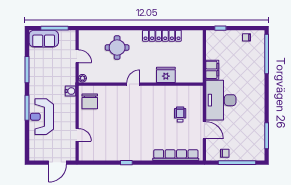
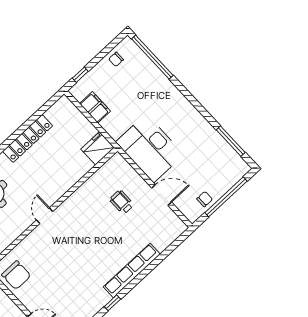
filing cabinet: (212, 70) -> (95, 107), moved
fridge: (166, 75) -> (98, 148), moved
row of seats: (176, 155) -> (132, 271), moved

